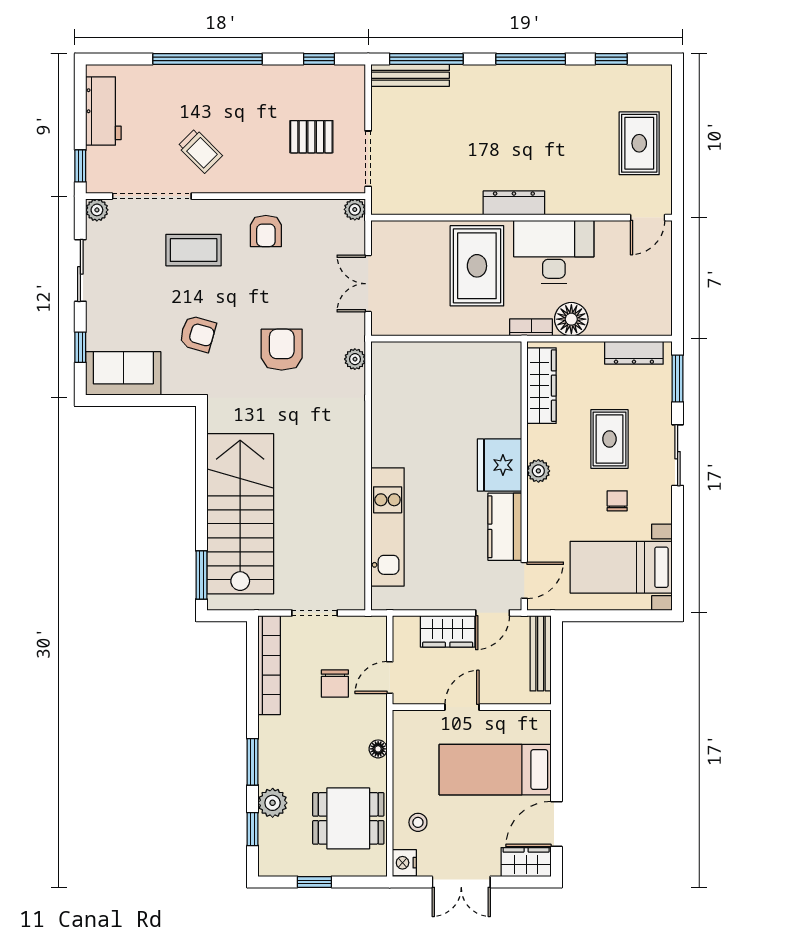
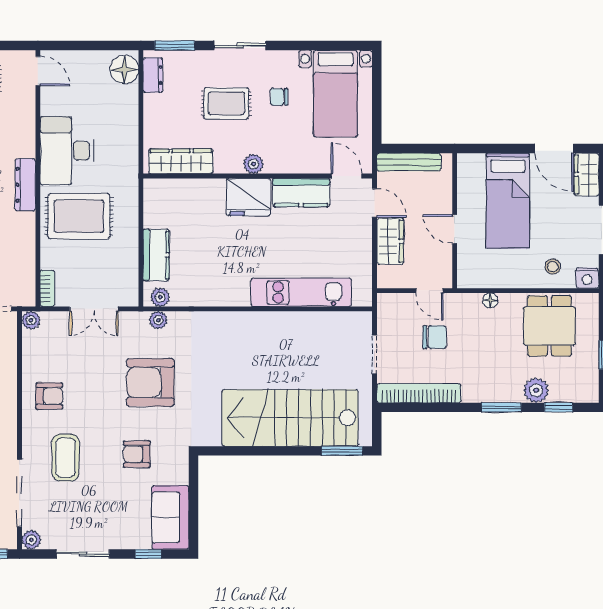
floor lamp: (571, 319) -> (124, 70), moved
bookcase: (531, 327) -> (47, 288), moved, turned 180
armchair: (198, 334) -> (137, 454), turned -106
armchair: (282, 350) -> (150, 382), width x1.36, depth x1.36
dresser: (634, 353) -> (153, 75), width x0.70
kitchen counter: (432, 357) -> (156, 255), added
plant: (382, 361) -> (160, 297), added

